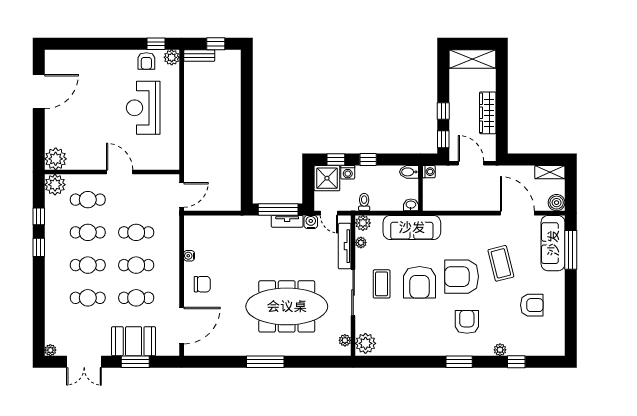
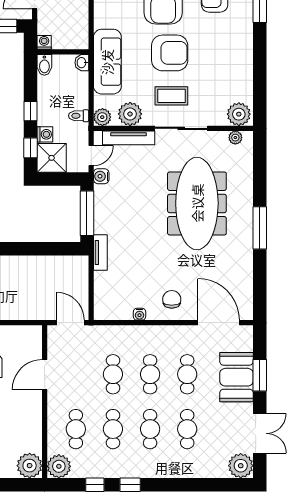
door: (120, 172) -> (45, 375), moved
tv unit: (287, 221) -> (100, 253), moved
plant: (361, 243) -> (130, 114), width x1.88, depth x1.88
plant: (50, 350) -> (241, 466), width x1.88, depth x1.88

